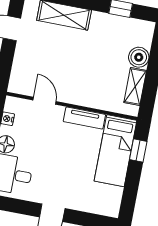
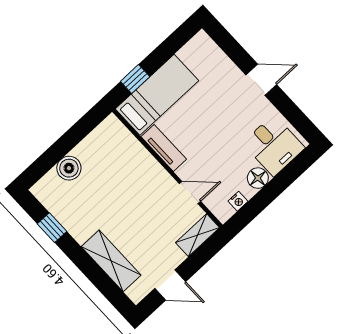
shelving: (135, 86) -> (198, 235), moved
door: (45, 101) -> (190, 193), swing flipped

